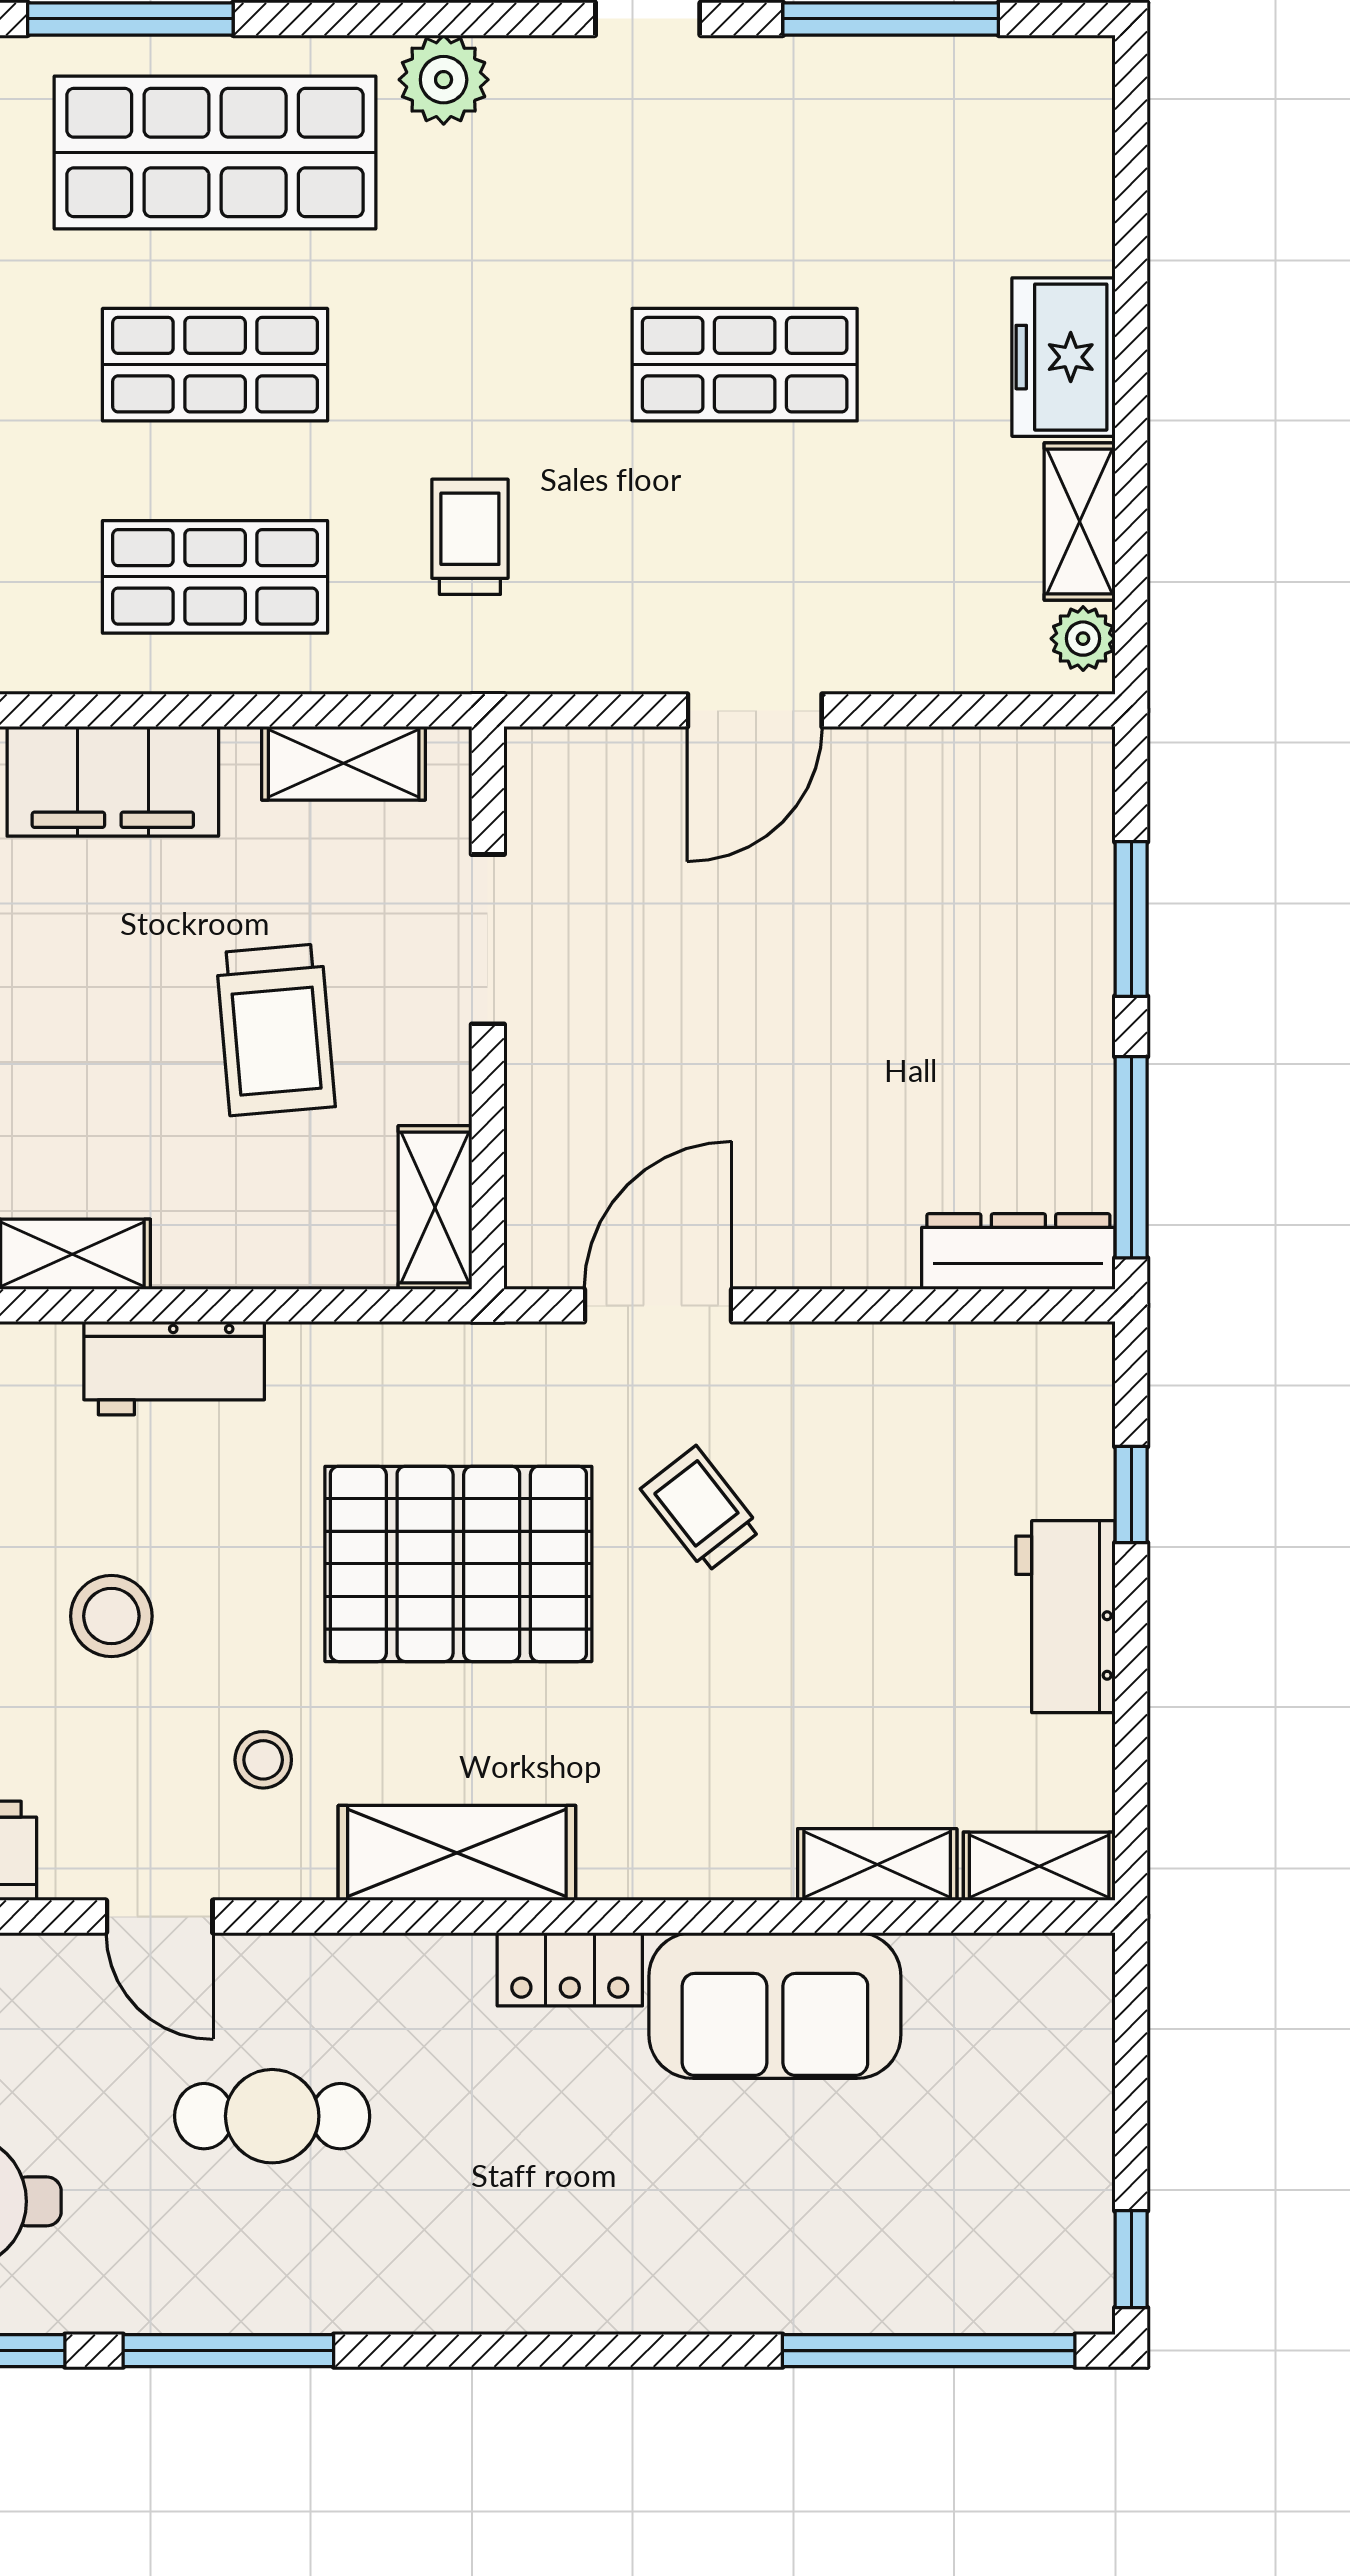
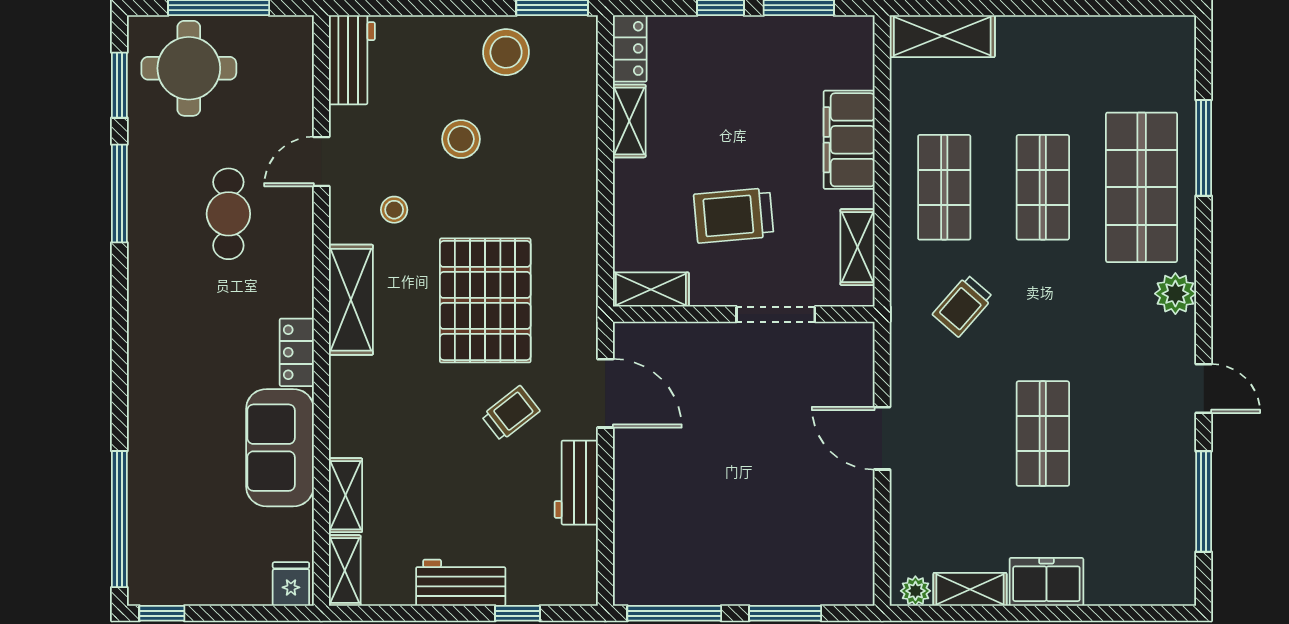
trolley: (470, 537) -> (963, 306), turned 131
dresser: (1018, 1251) -> (630, 561), removed
workbench: (174, 1368) -> (576, 483), moved
fridge: (1068, 1982) -> (291, 584), added

